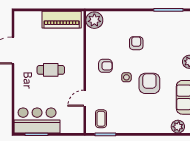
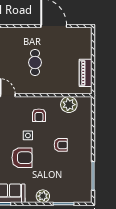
piano: (62, 20) -> (86, 73), width x0.73, depth x0.75
plant: (94, 20) -> (69, 105), moved

